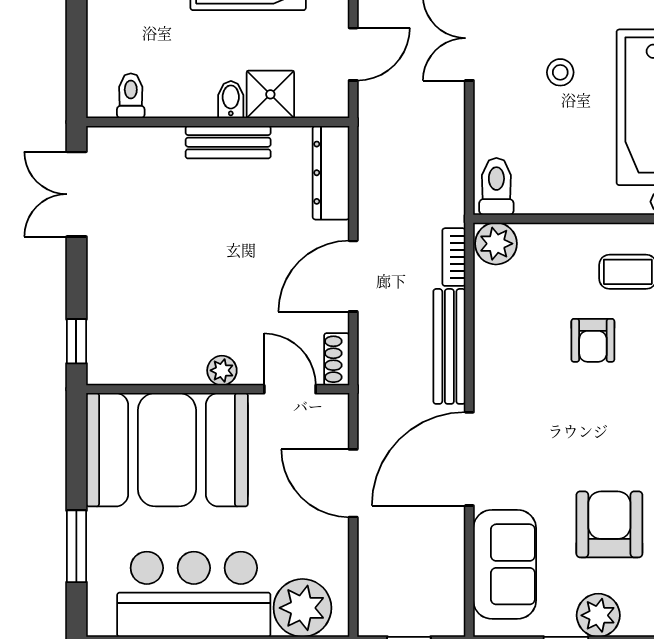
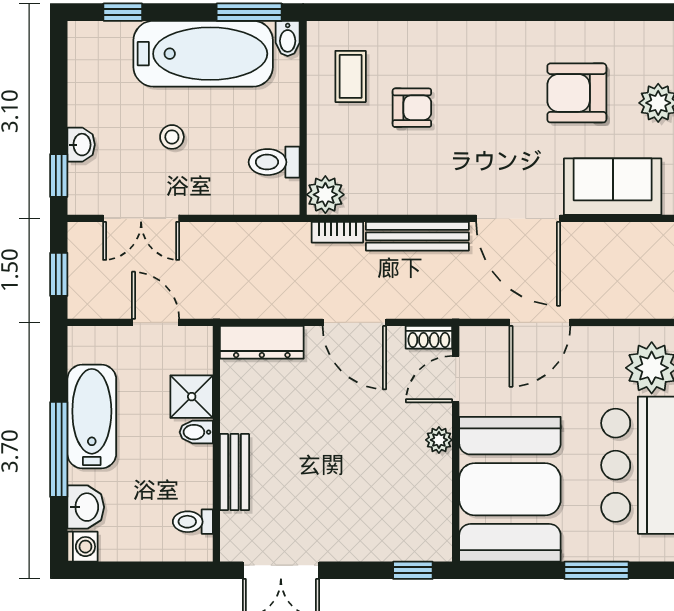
bench: (228, 142) -> (234, 472), moved
toilet: (496, 186) -> (274, 162), moved

